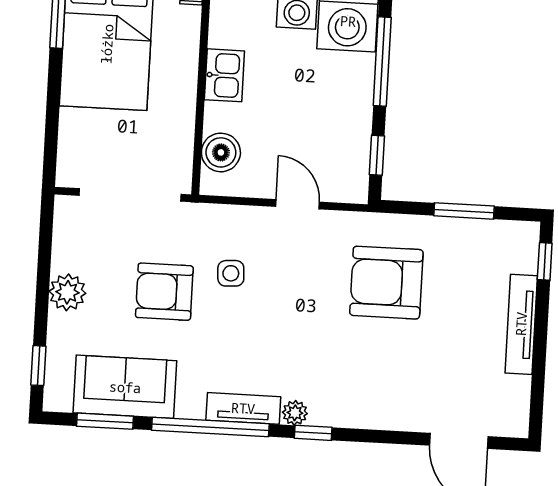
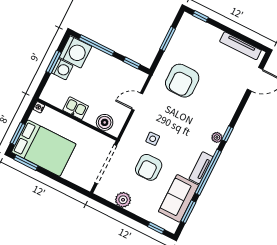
plant: (67, 292) -> (123, 200), moved
tv unit: (521, 324) -> (240, 46), moved
tv unit: (243, 408) -> (201, 168), moved

